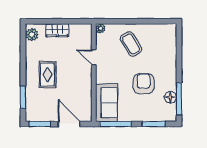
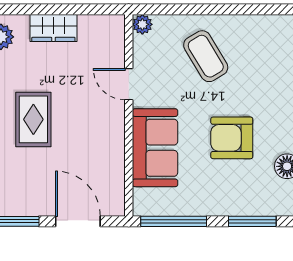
armchair: (144, 84) -> (232, 138), turned -90
sofa: (106, 103) -> (155, 148), moved

